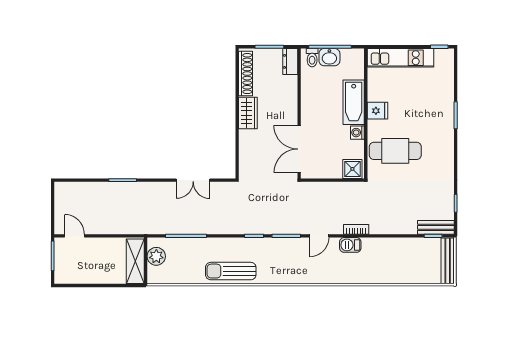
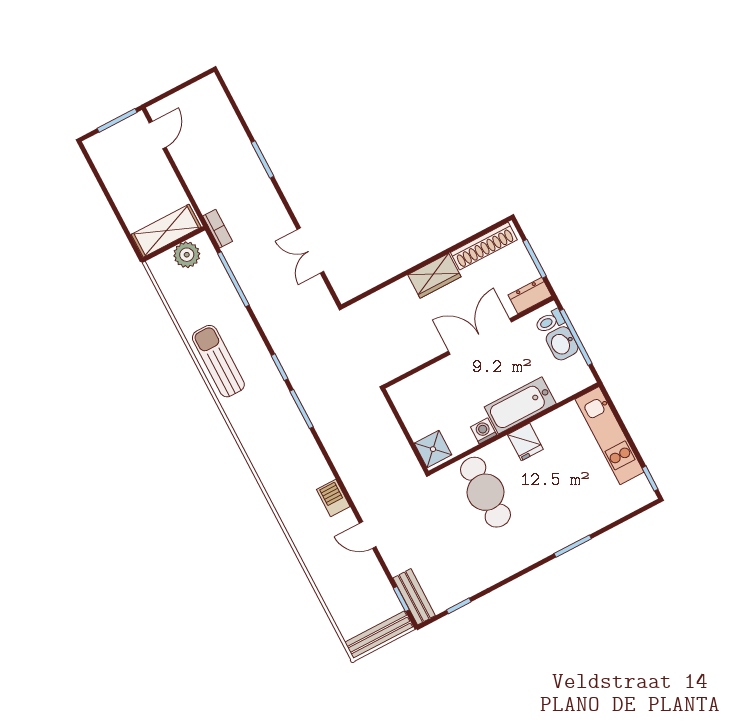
double door: (299, 149) -> (480, 336), moved
bookcase: (356, 229) -> (218, 229), moved
door: (319, 236) -> (368, 535), moved

